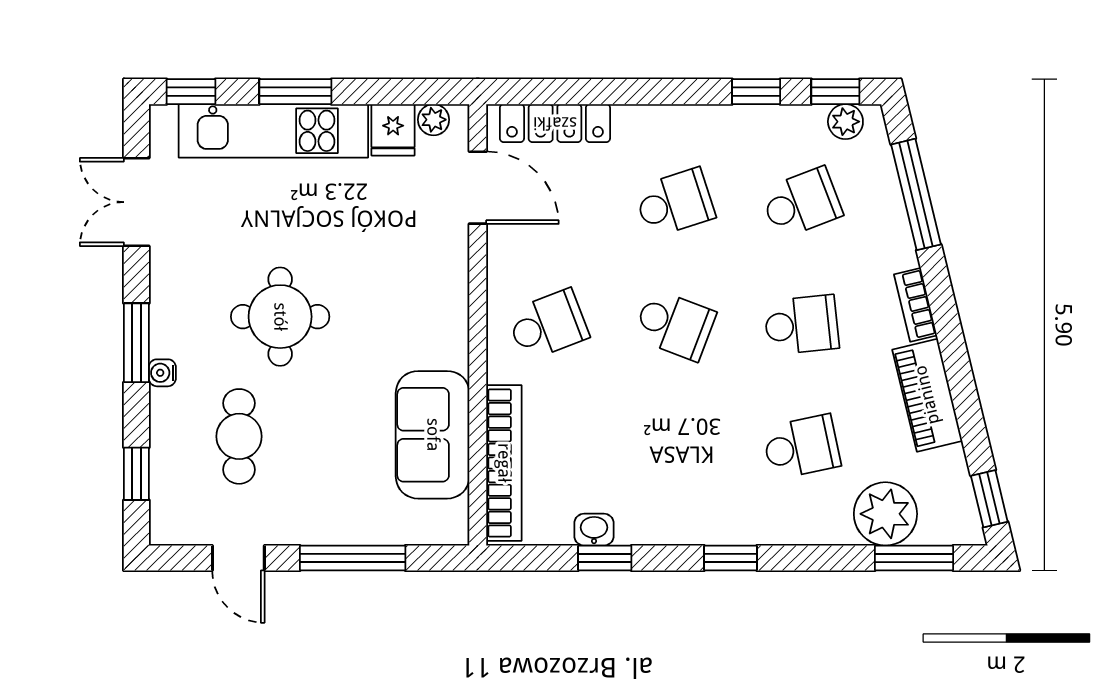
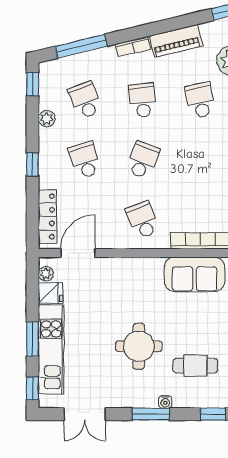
window: (756, 92) -> (33, 164), moved
plant: (845, 122) -> (47, 119), moved

